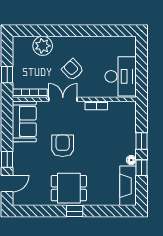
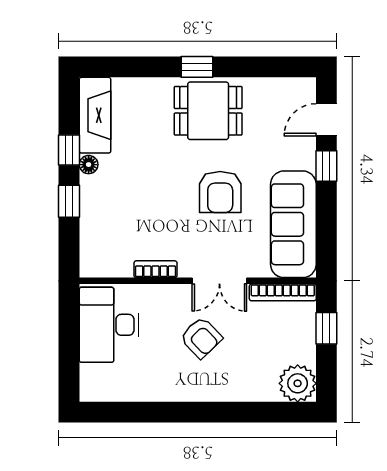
plant: (43, 46) -> (298, 383), moved
sofa: (24, 121) -> (293, 224), width x1.36

